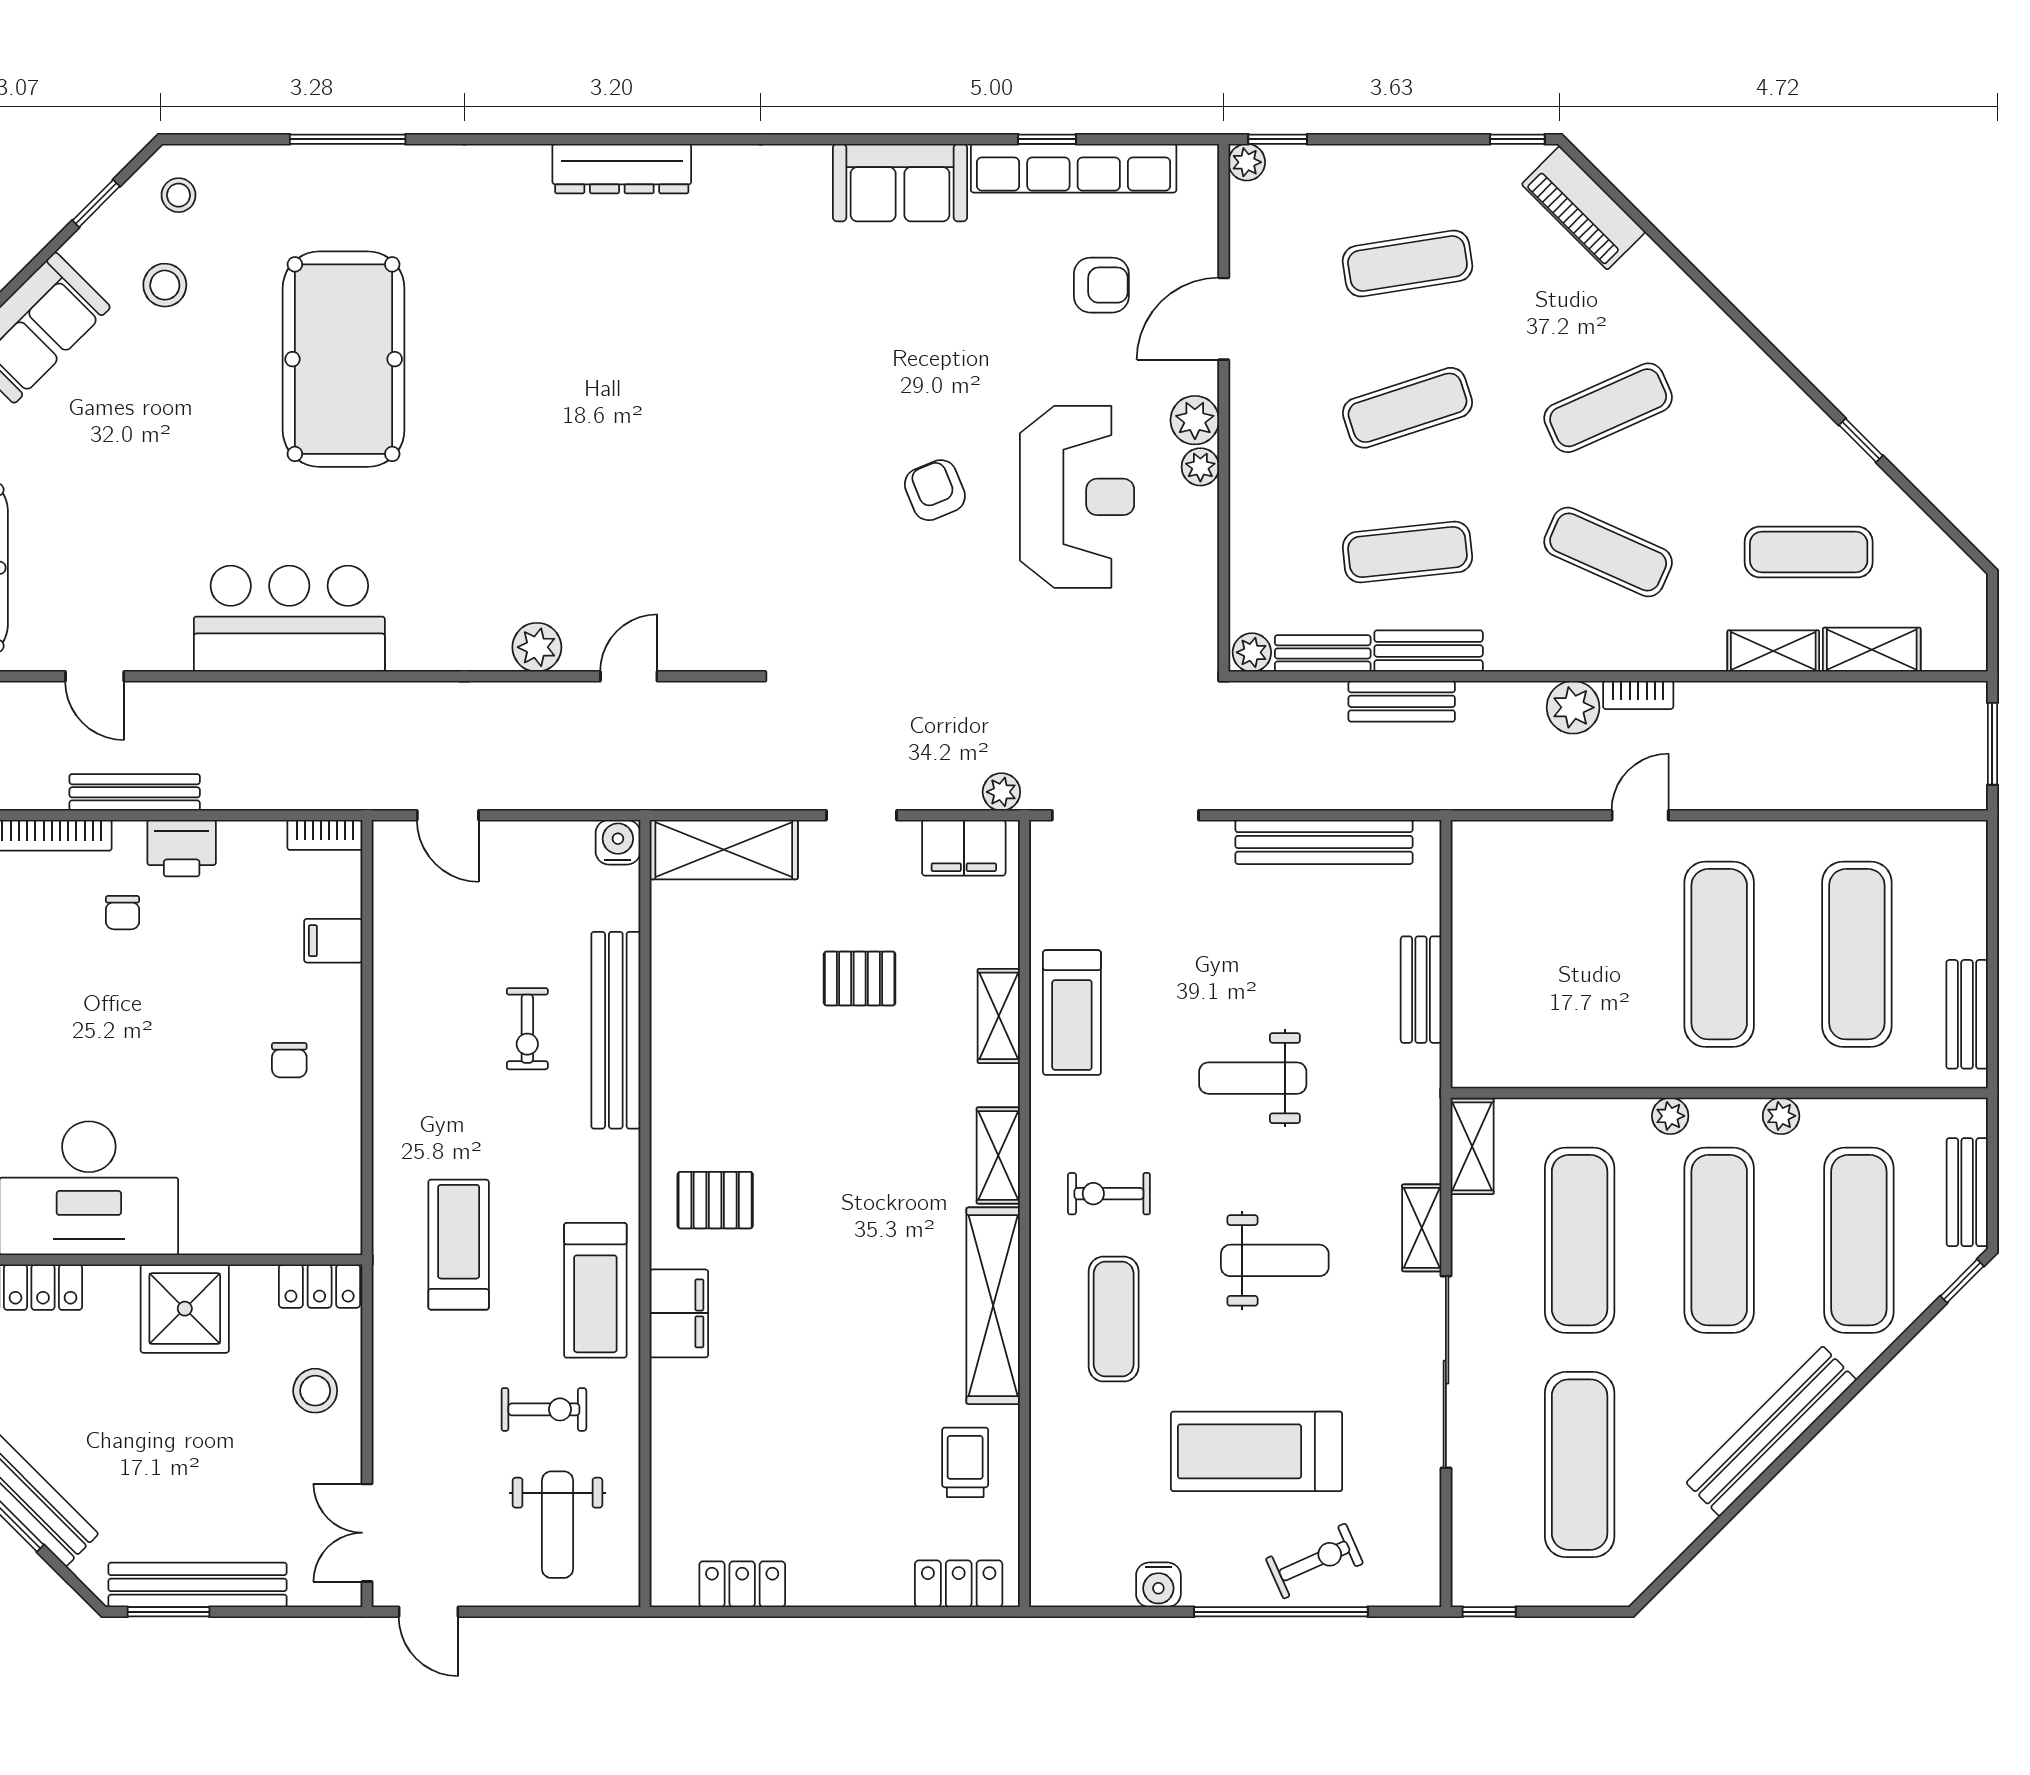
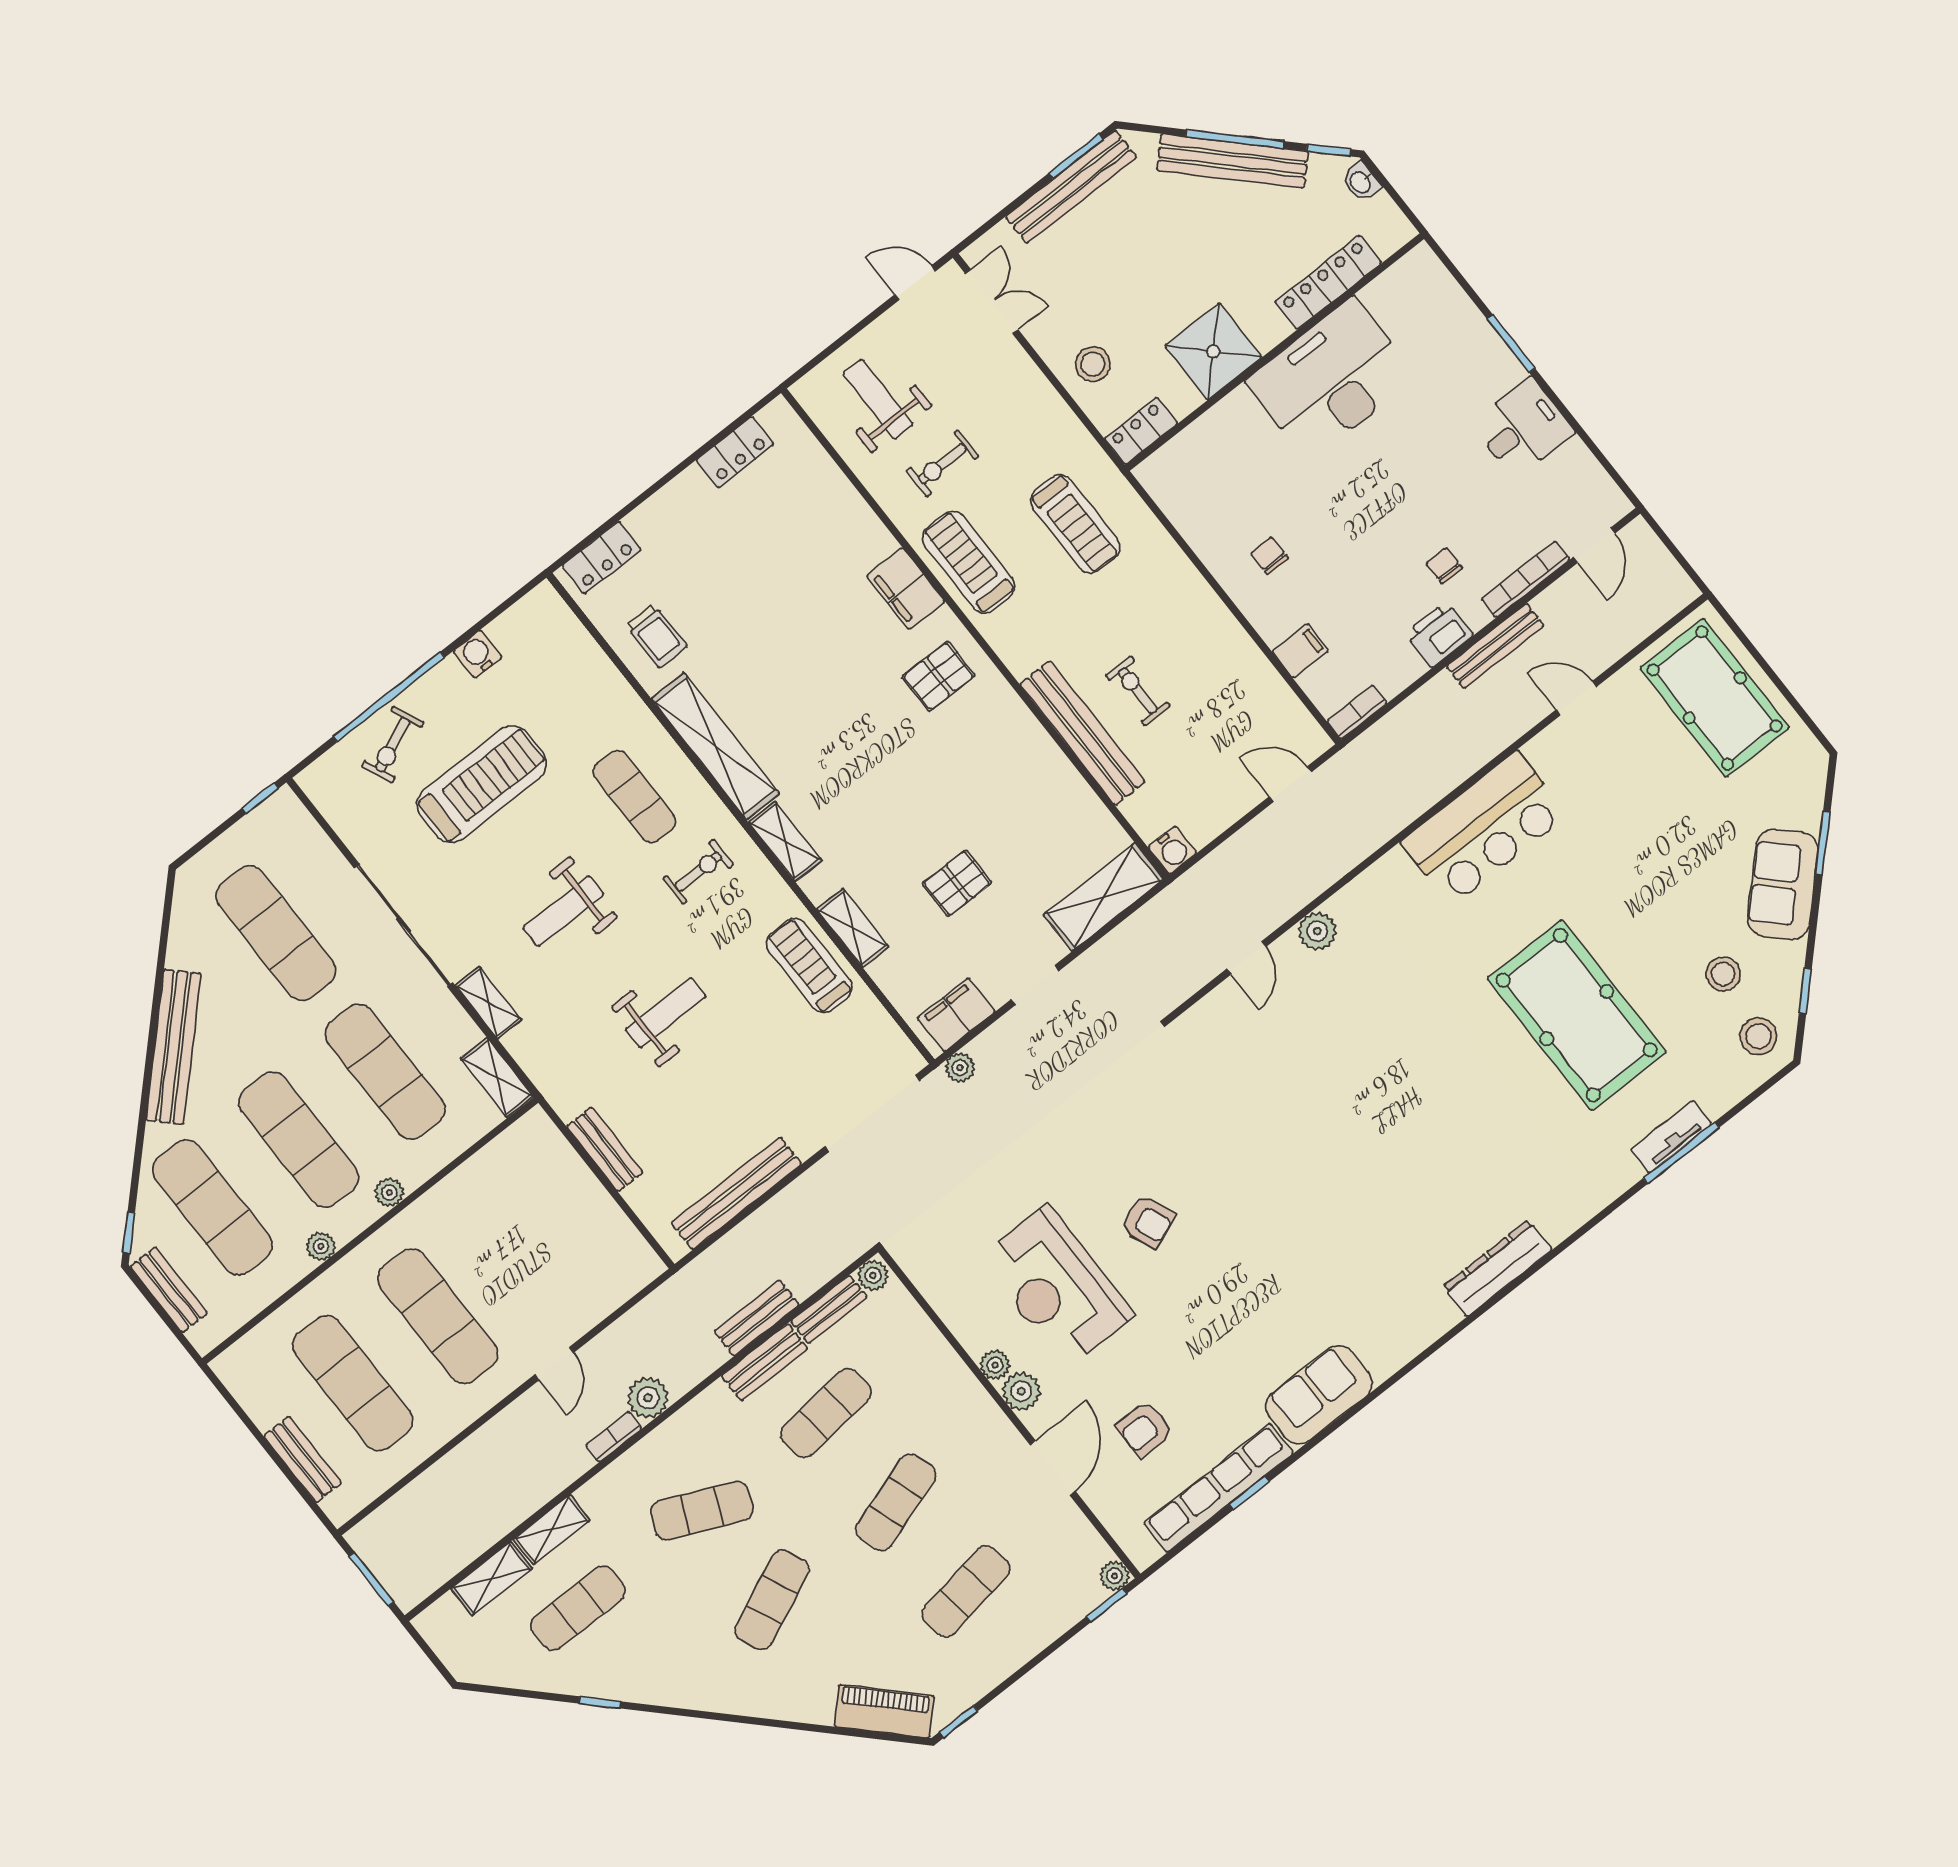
tv unit: (345, 163) -> (1671, 1137), added
stool: (179, 195) -> (1758, 1036), width x1.37, depth x1.37
bench: (1967, 1014) -> (303, 1460), moved

